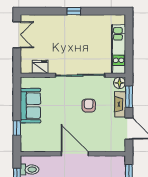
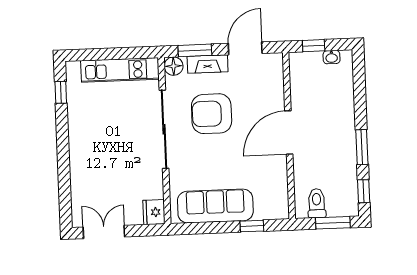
window: (74, 11) -> (61, 92), moved
fridge: (40, 67) -> (154, 212), moved
sofa: (30, 106) -> (215, 206), width x1.36
armchair: (89, 106) -> (212, 114), width x1.88, depth x1.88

